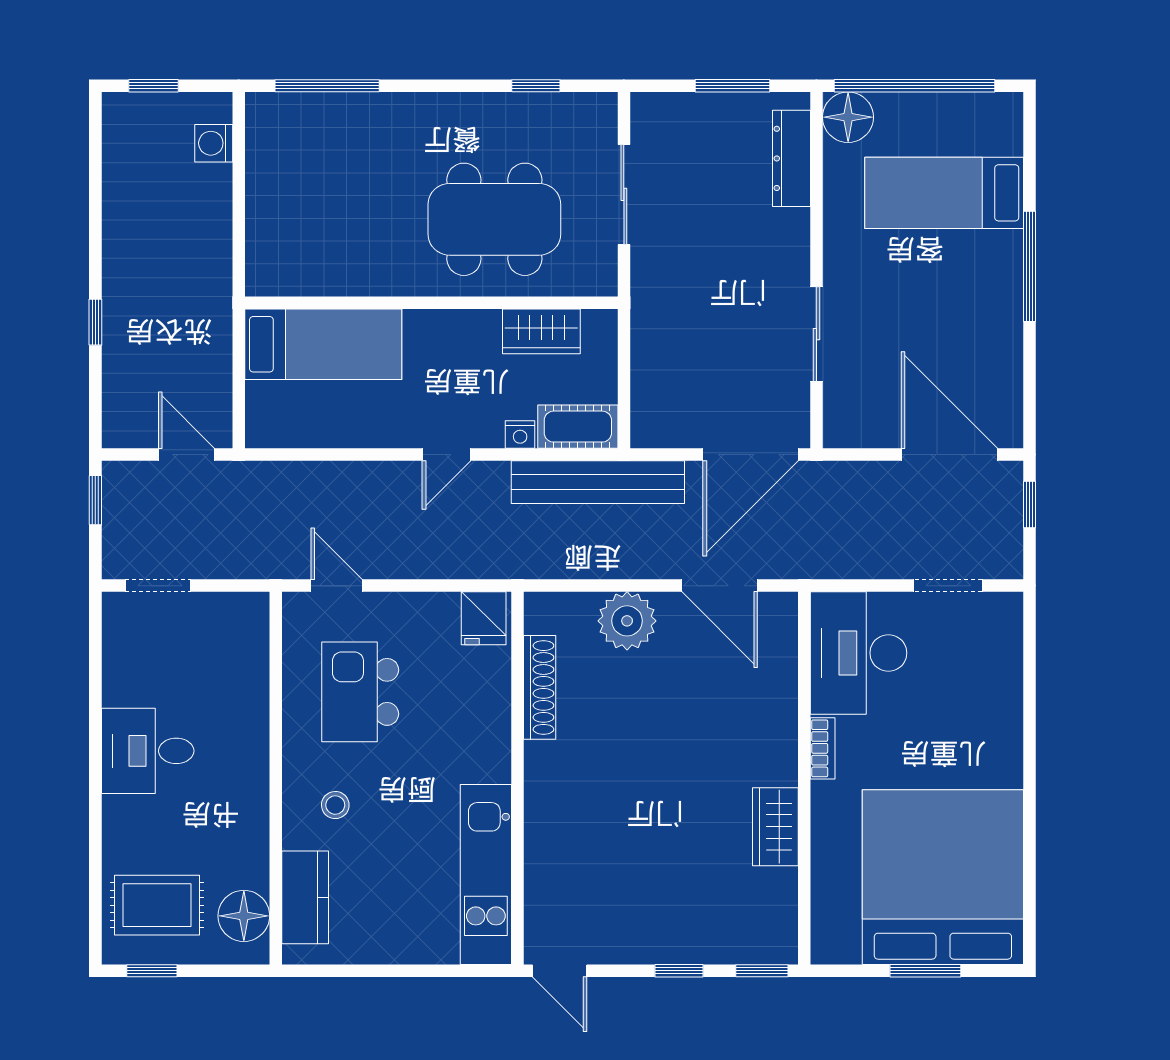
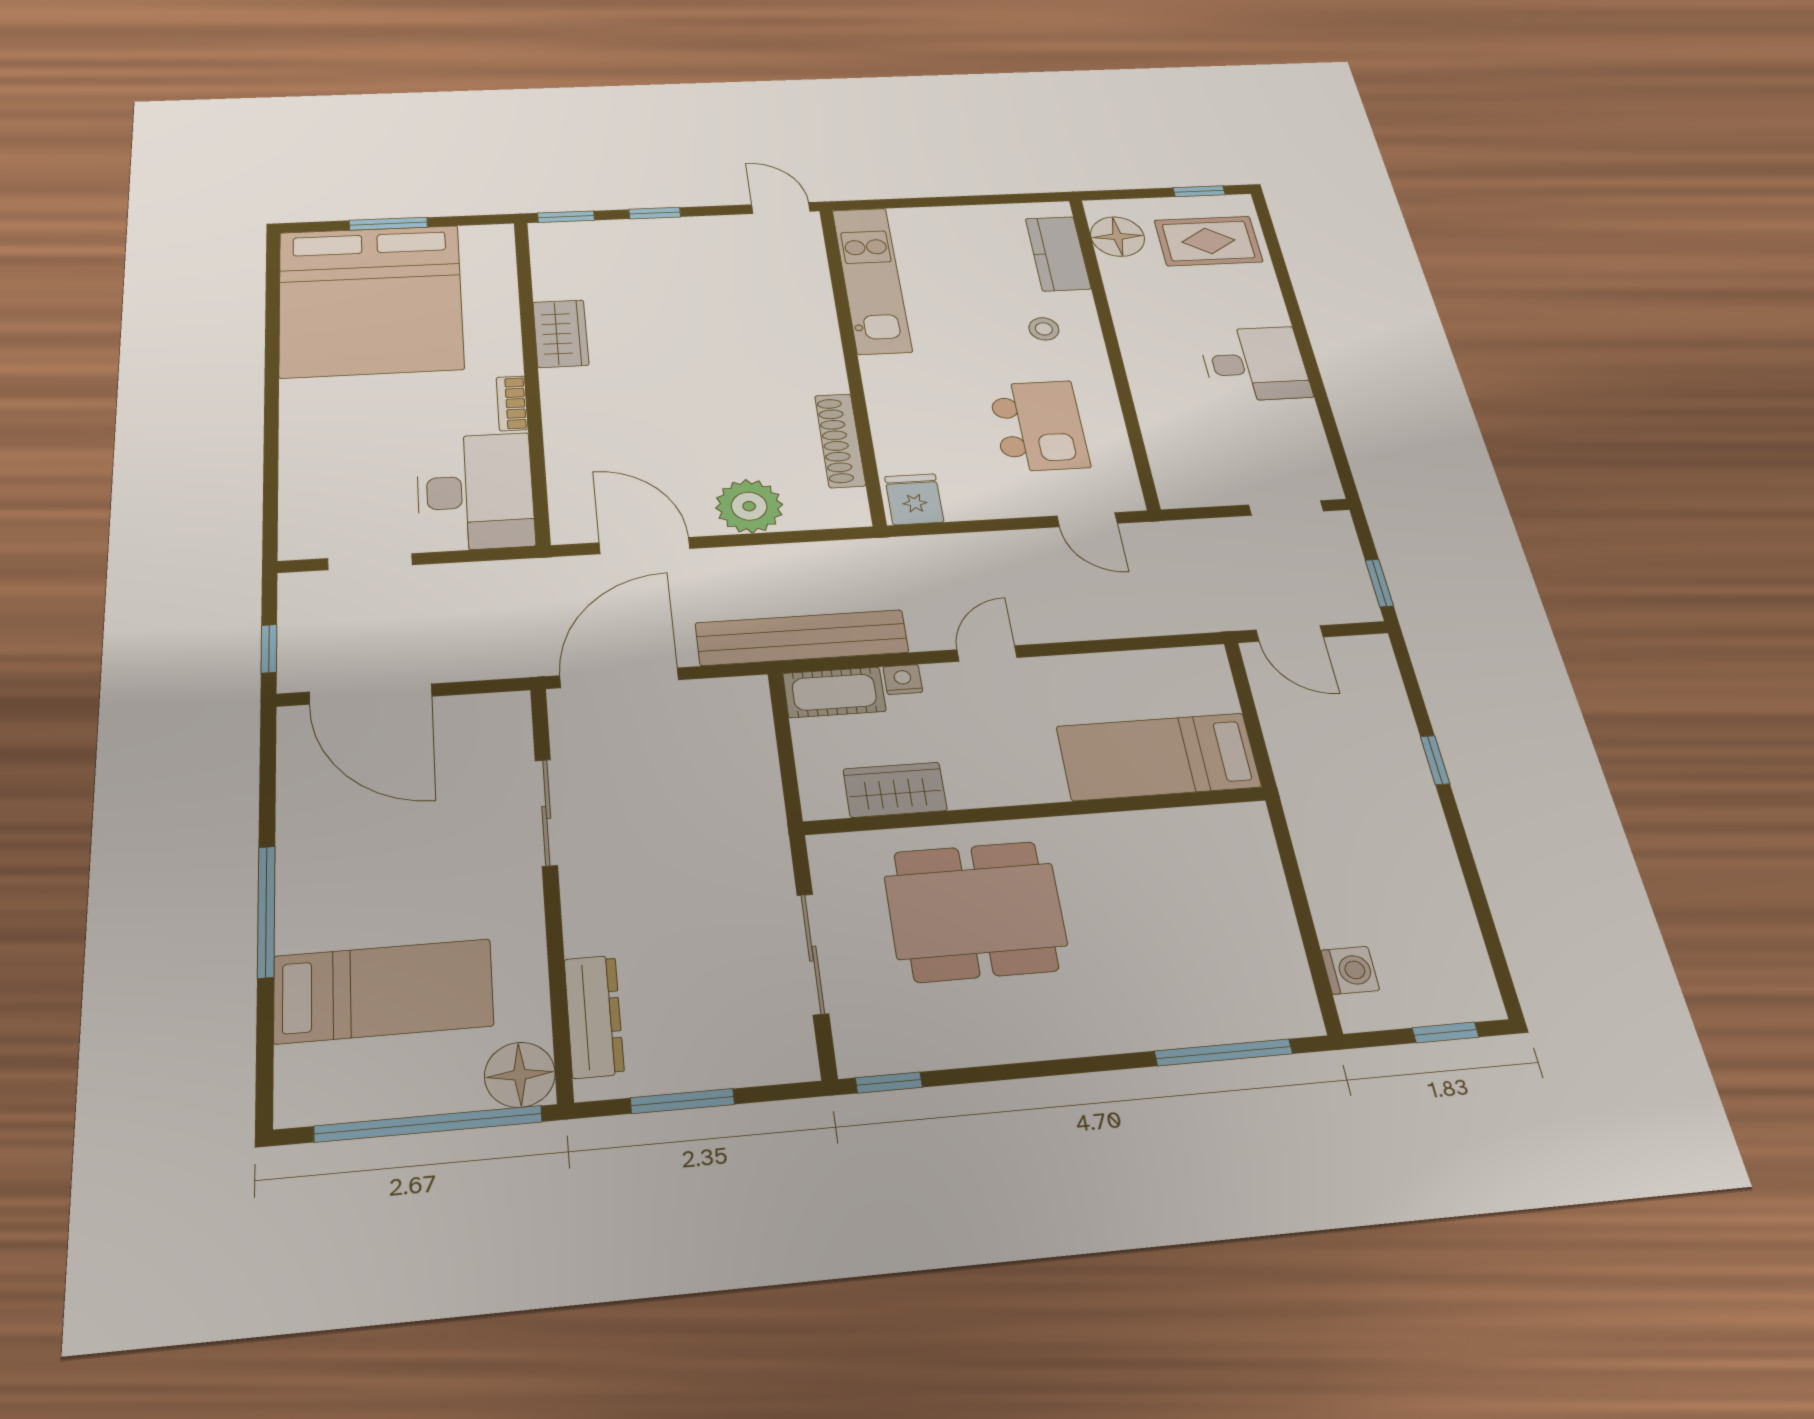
window: (536, 86) -> (889, 1083), moved

